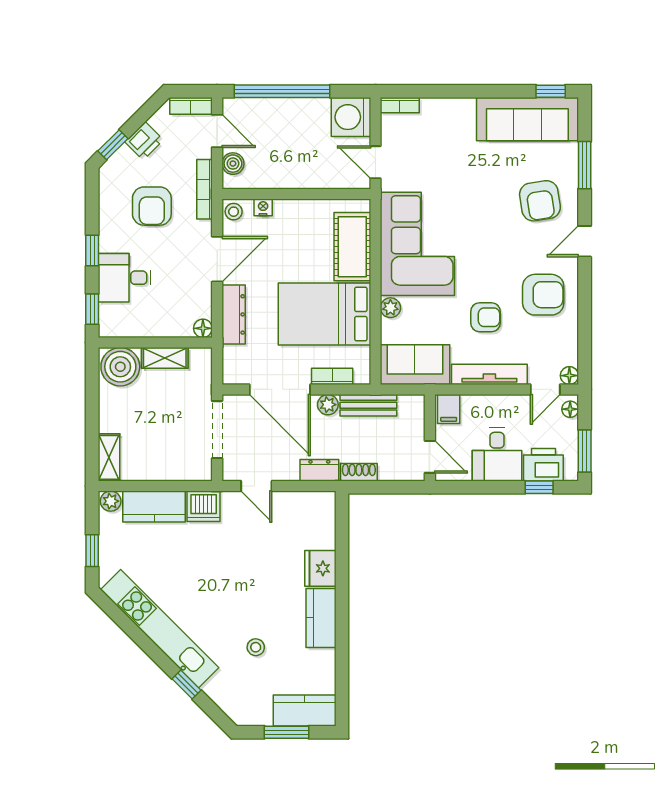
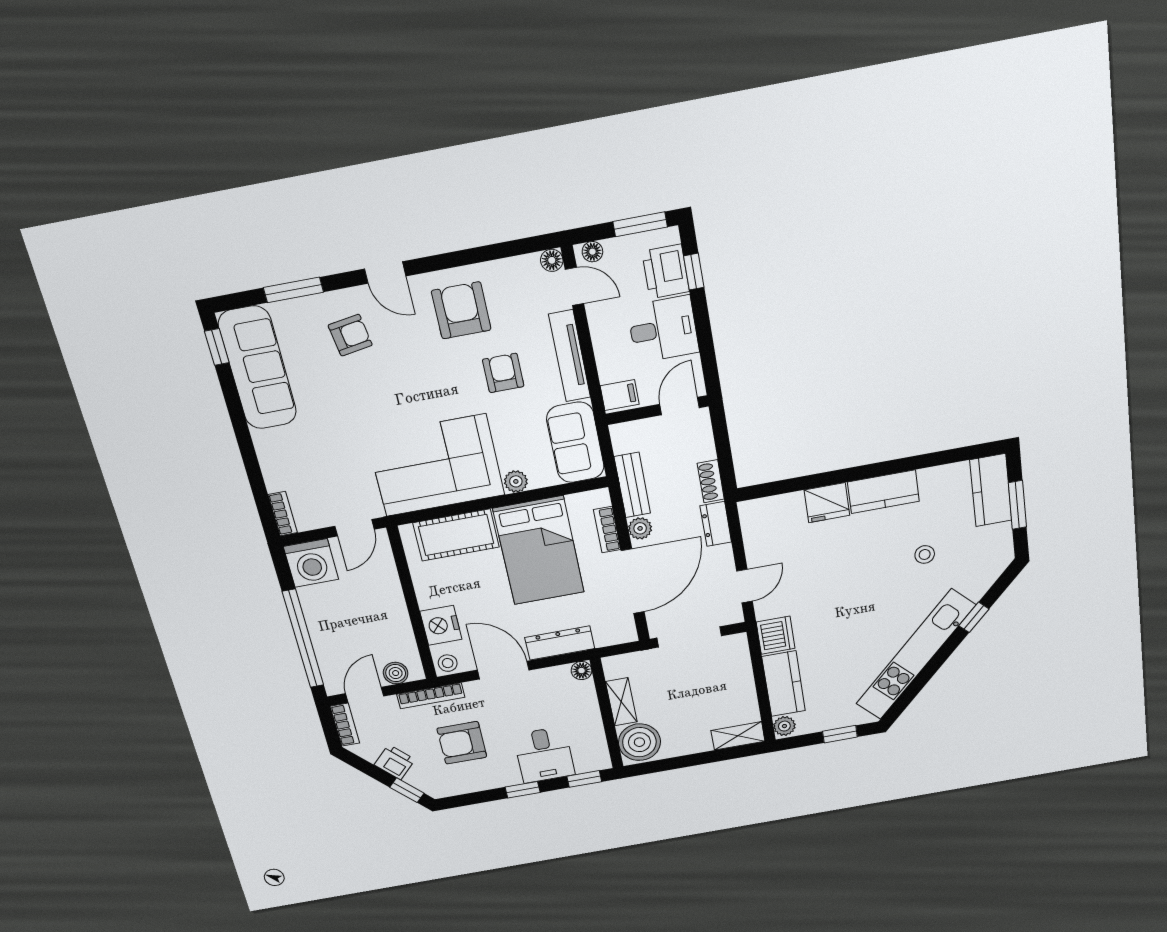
armchair: (540, 201) -> (350, 335), width x0.72, depth x0.72
armchair: (152, 206) -> (462, 743), turned 180
nightstand: (263, 207) -> (441, 625), width x1.89, depth x1.79

